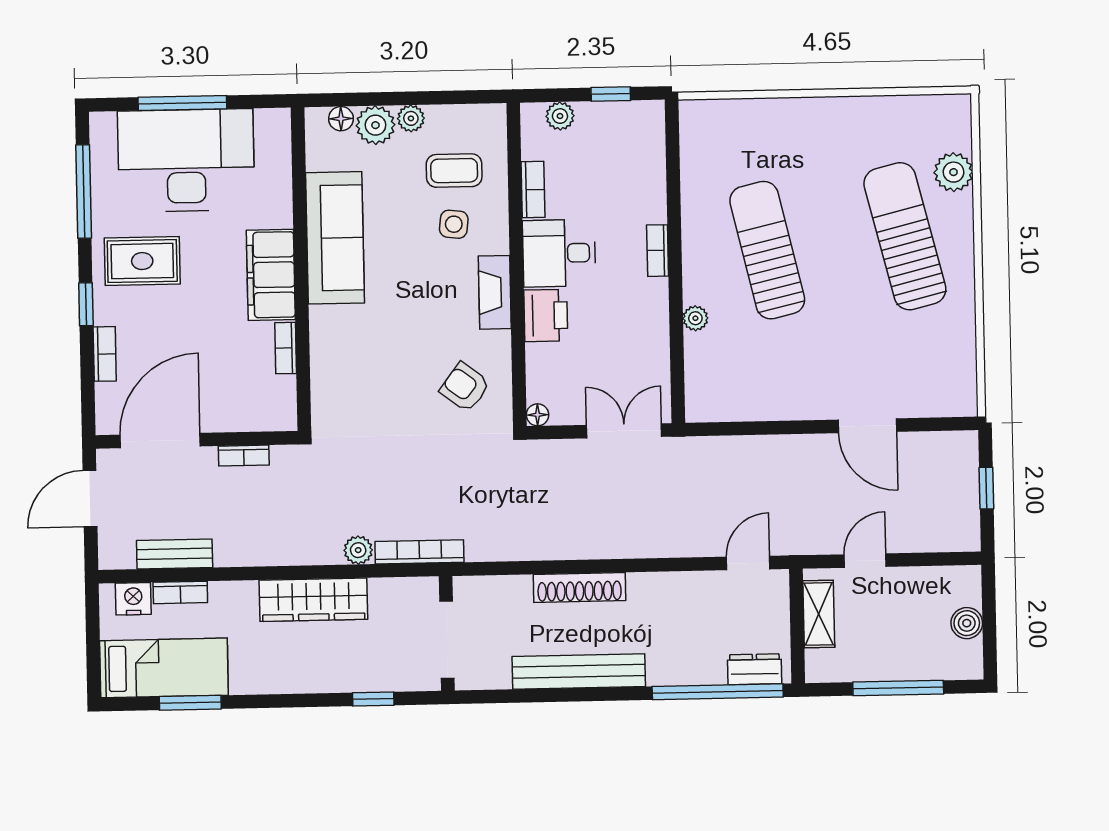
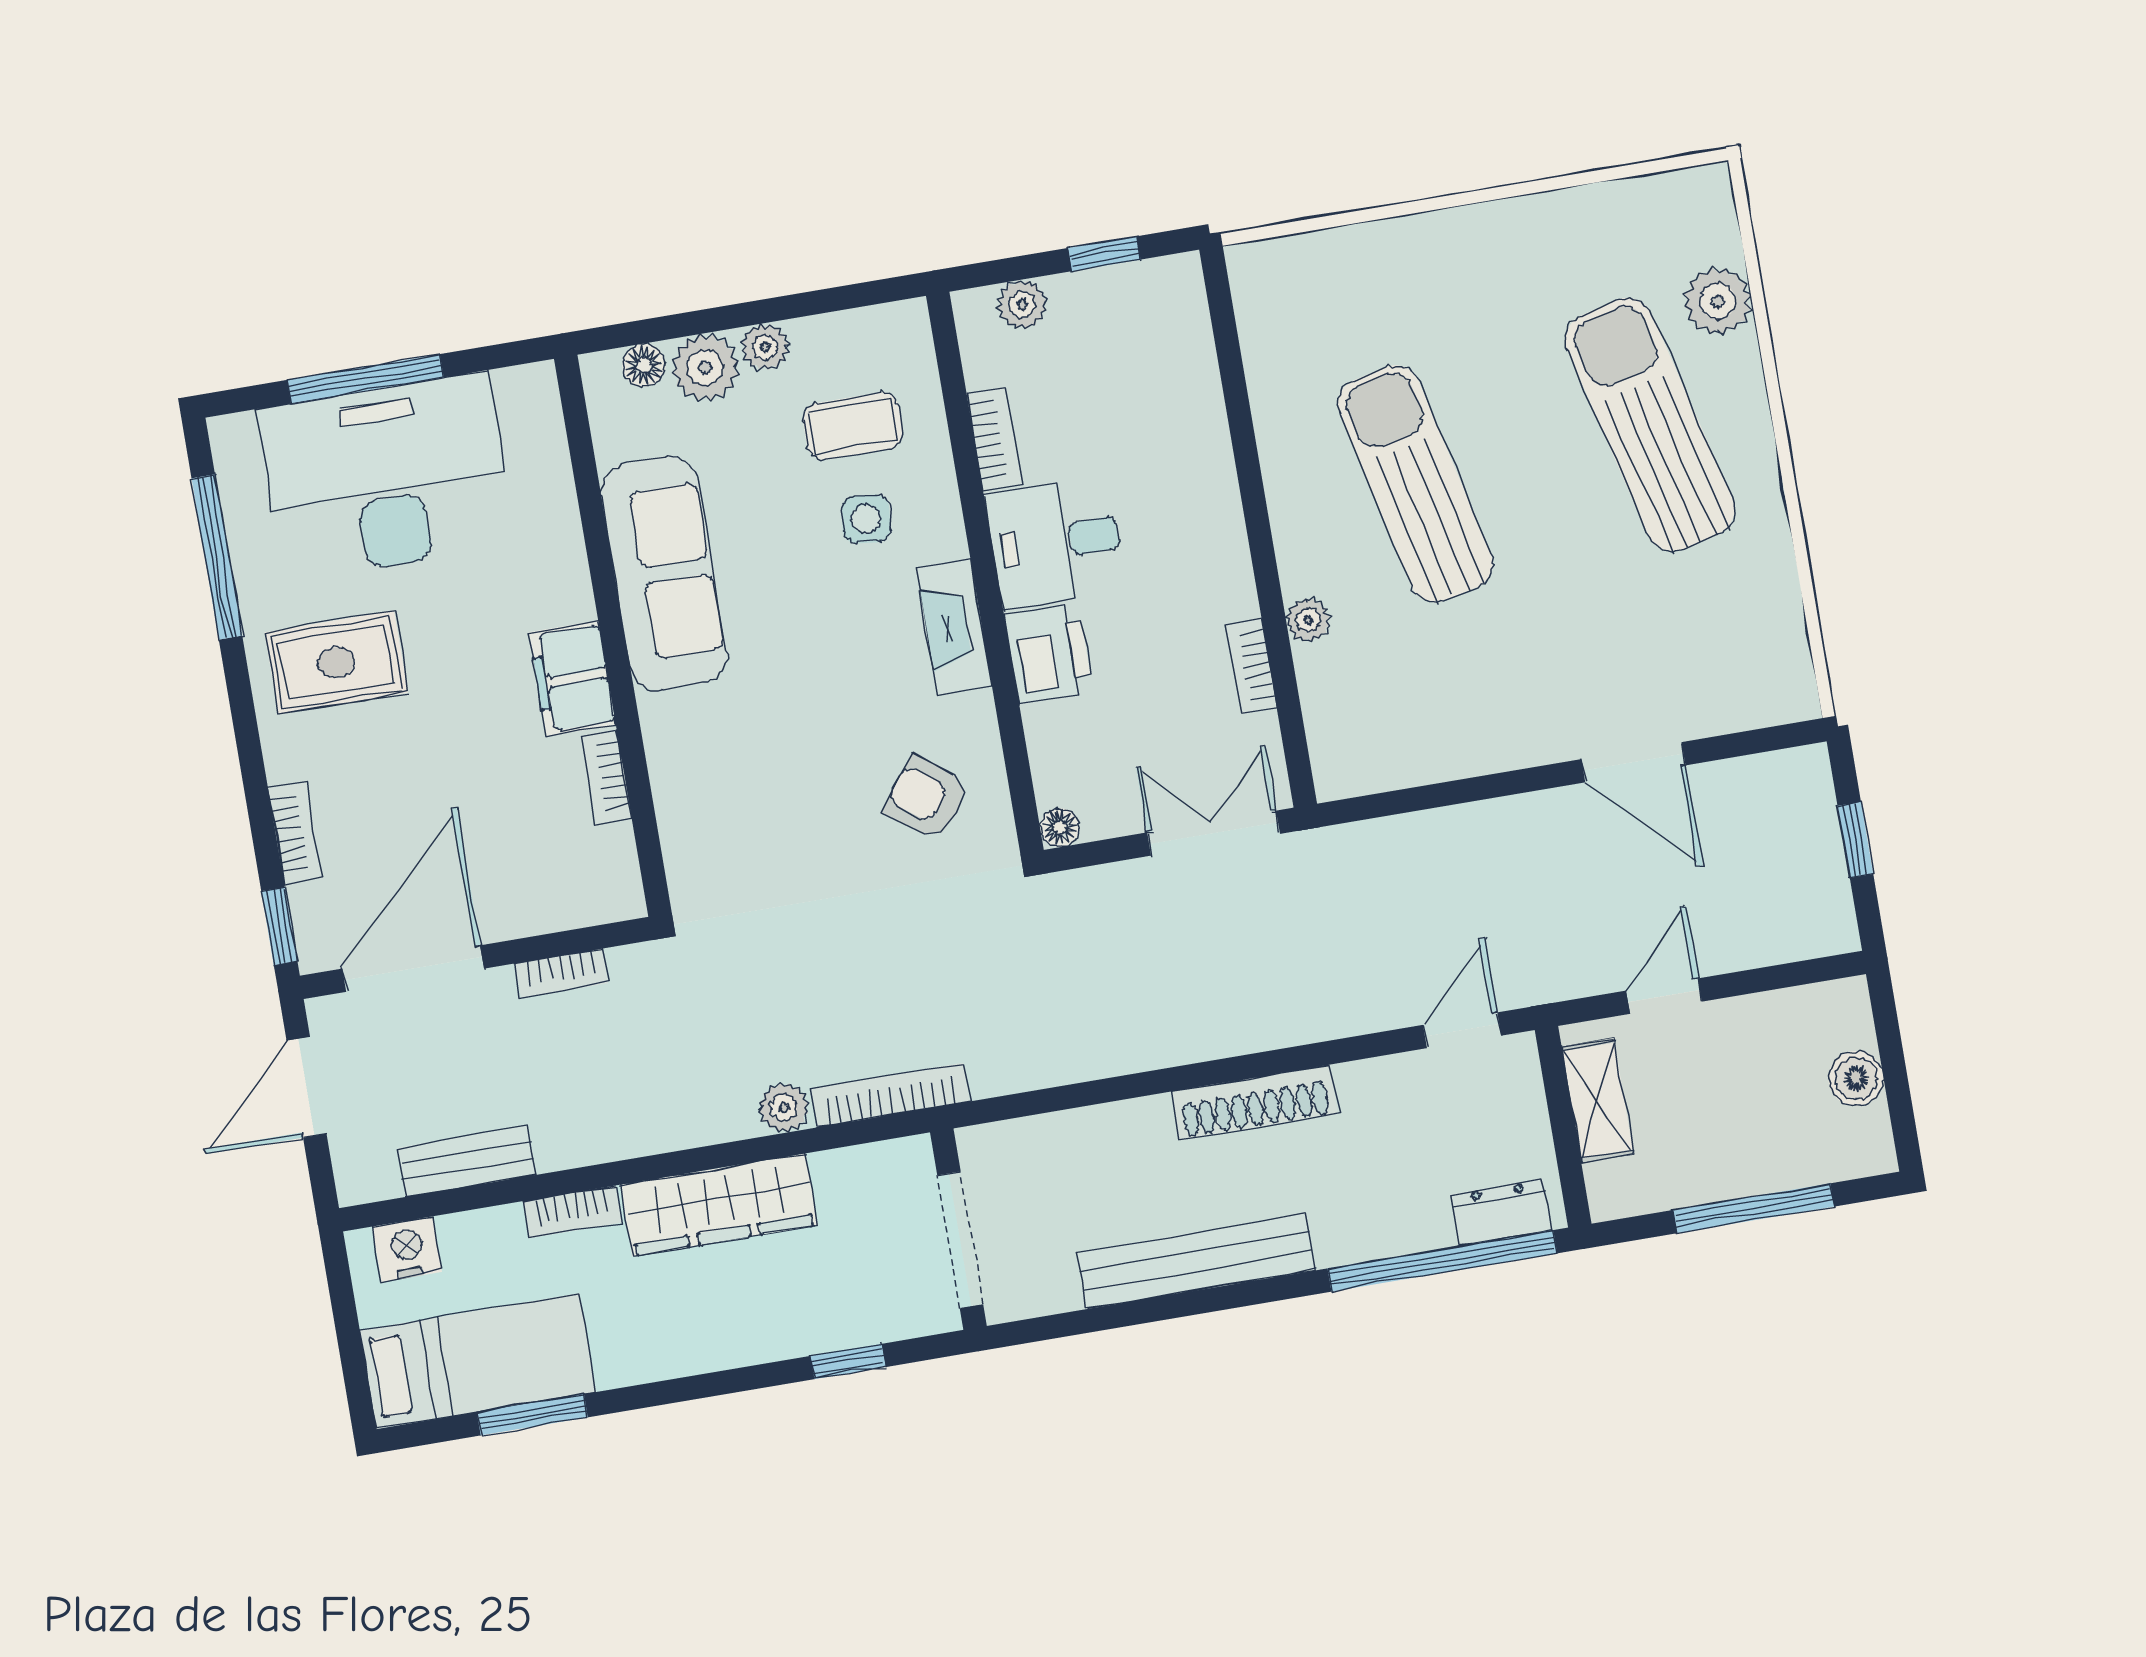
bookcase: (658, 251) -> (1252, 666), moved
filing cabinet: (271, 275) -> (572, 678), width x0.67, depth x0.86
window: (86, 304) -> (279, 926), moved
shoe rack: (580, 587) -> (1254, 1103), moved
bookcase: (180, 592) -> (572, 1212), moved

